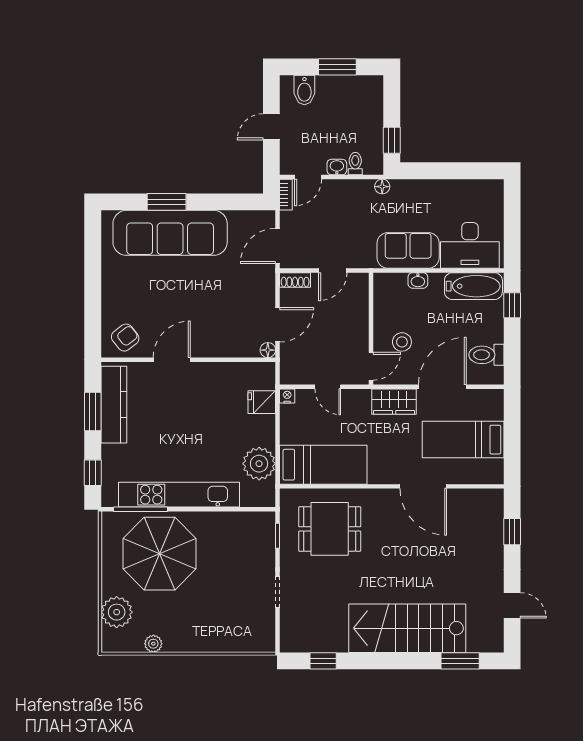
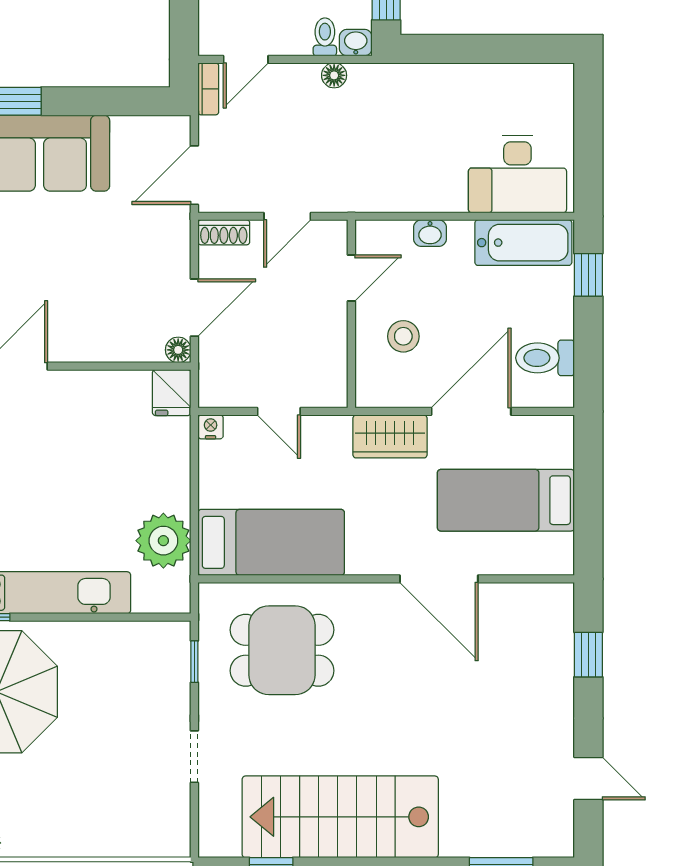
washbasin: (337, 167) -> (356, 43), moved
floor lamp: (382, 187) -> (334, 75), moved
sofa: (408, 250) -> (414, 183), removed
door: (371, 366) -> (351, 278), moved
fridge: (262, 402) -> (172, 393), moved, turned -90
stairs: (407, 628) -> (340, 817), moved

